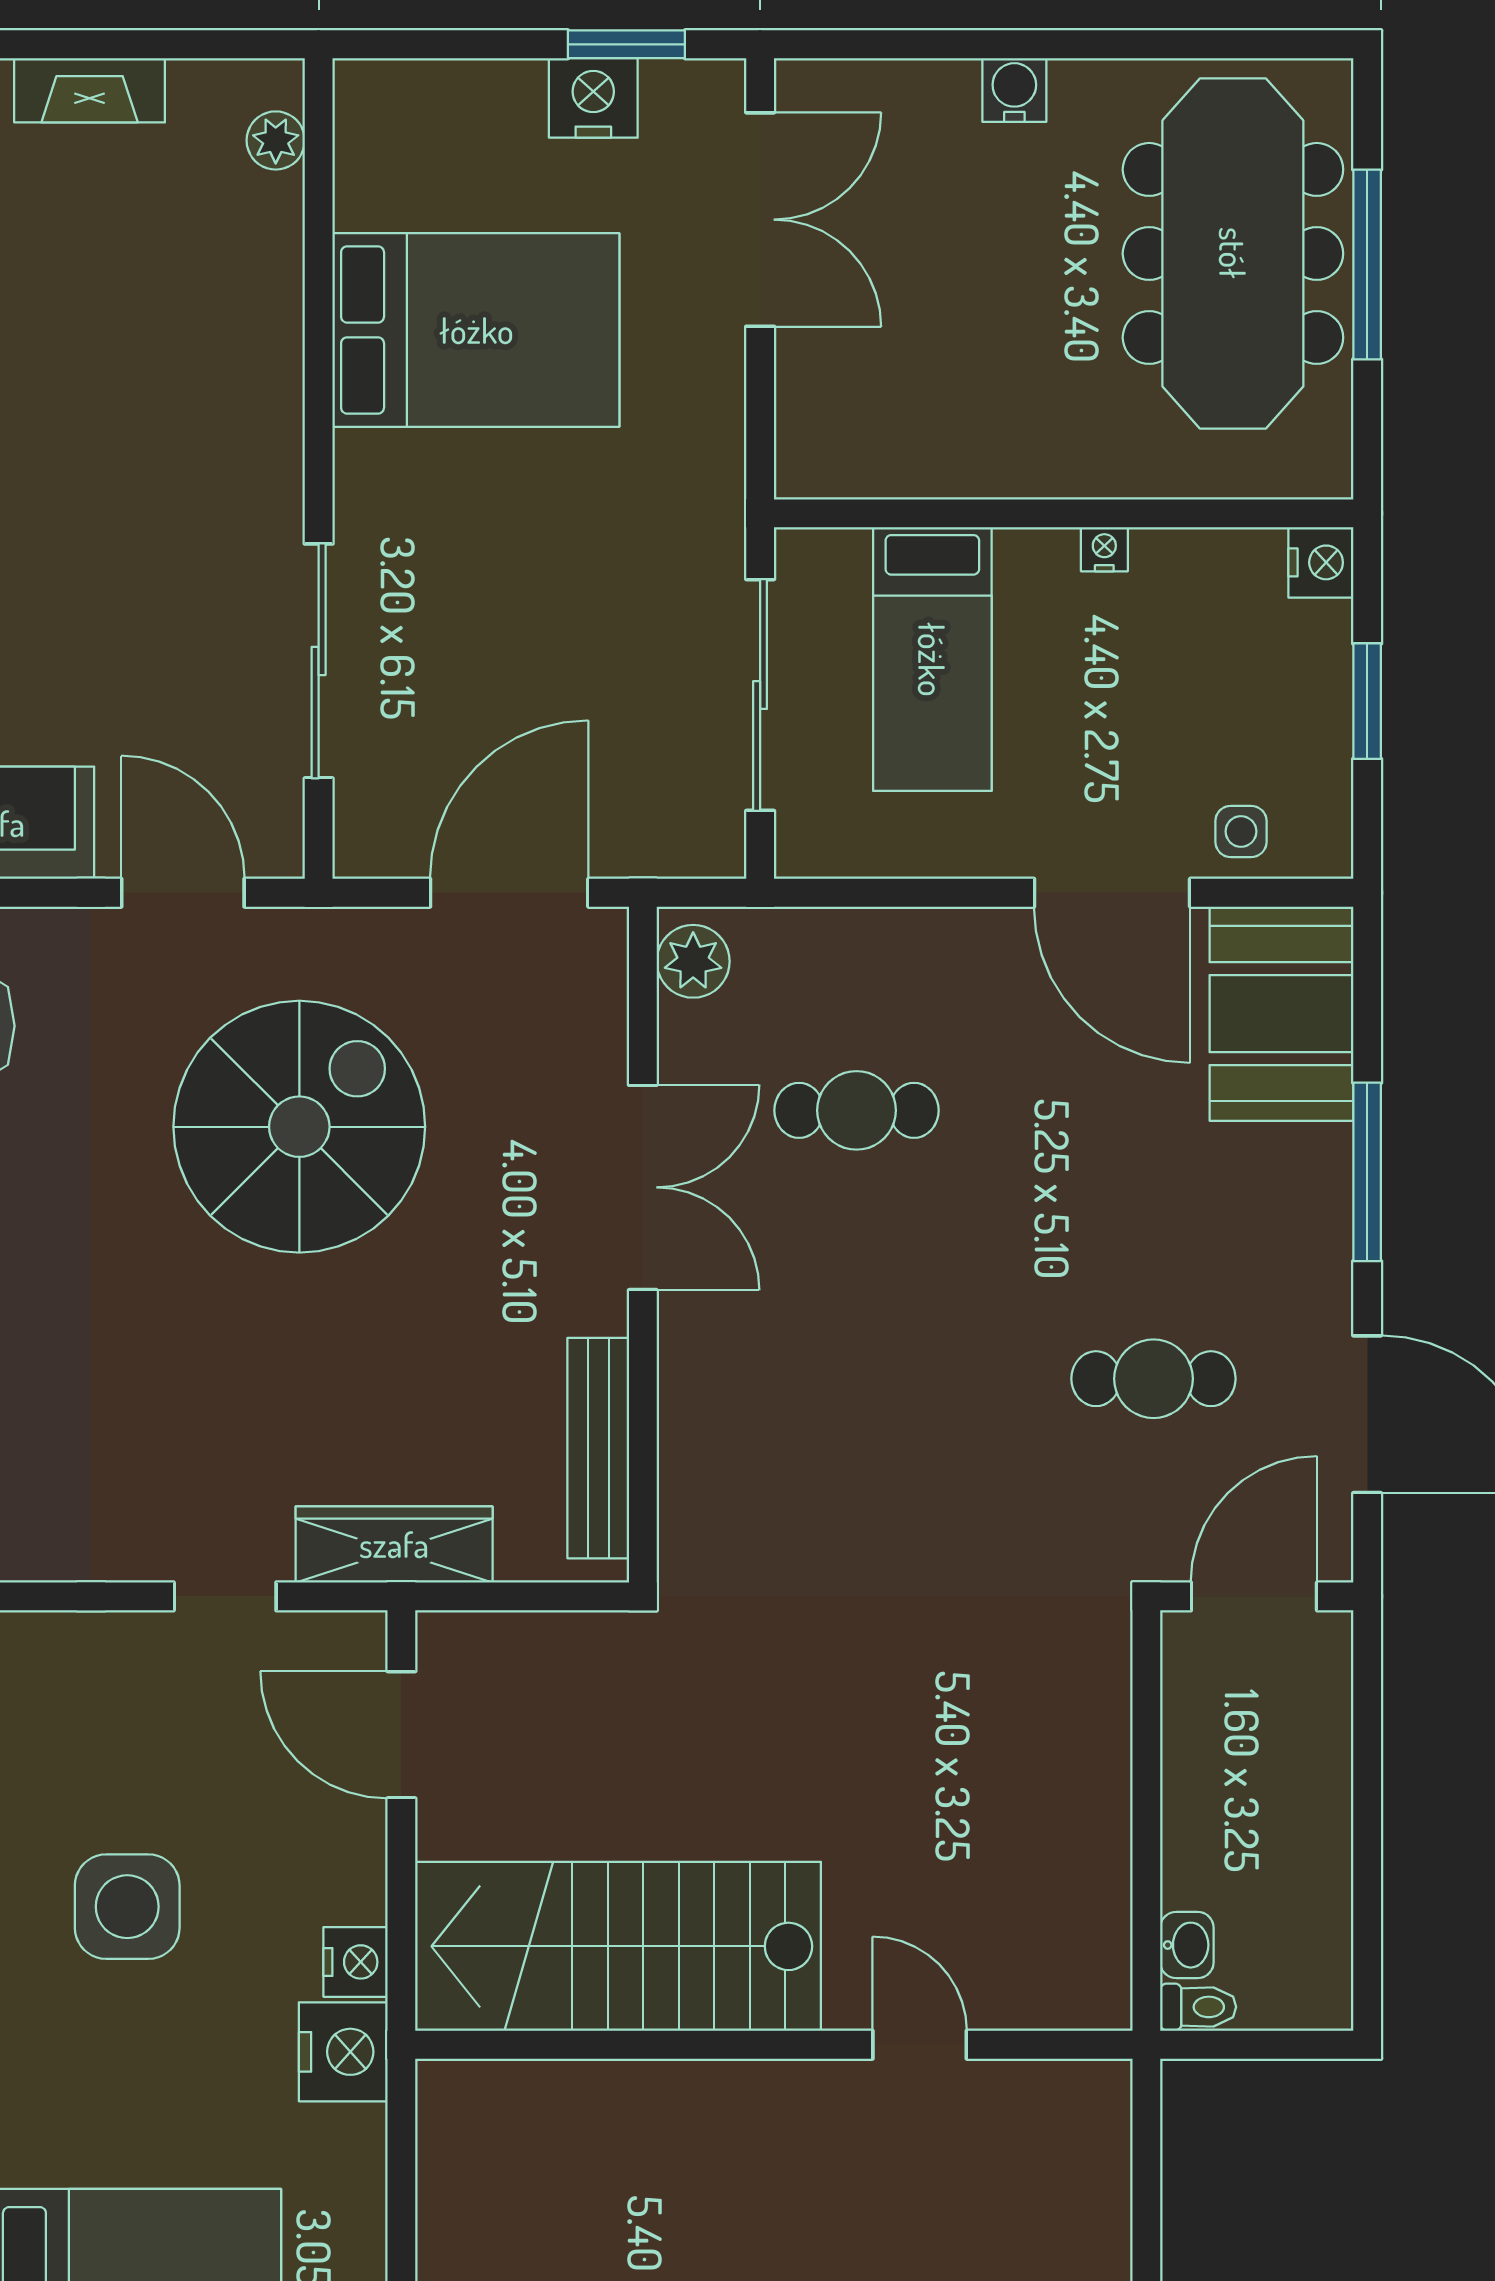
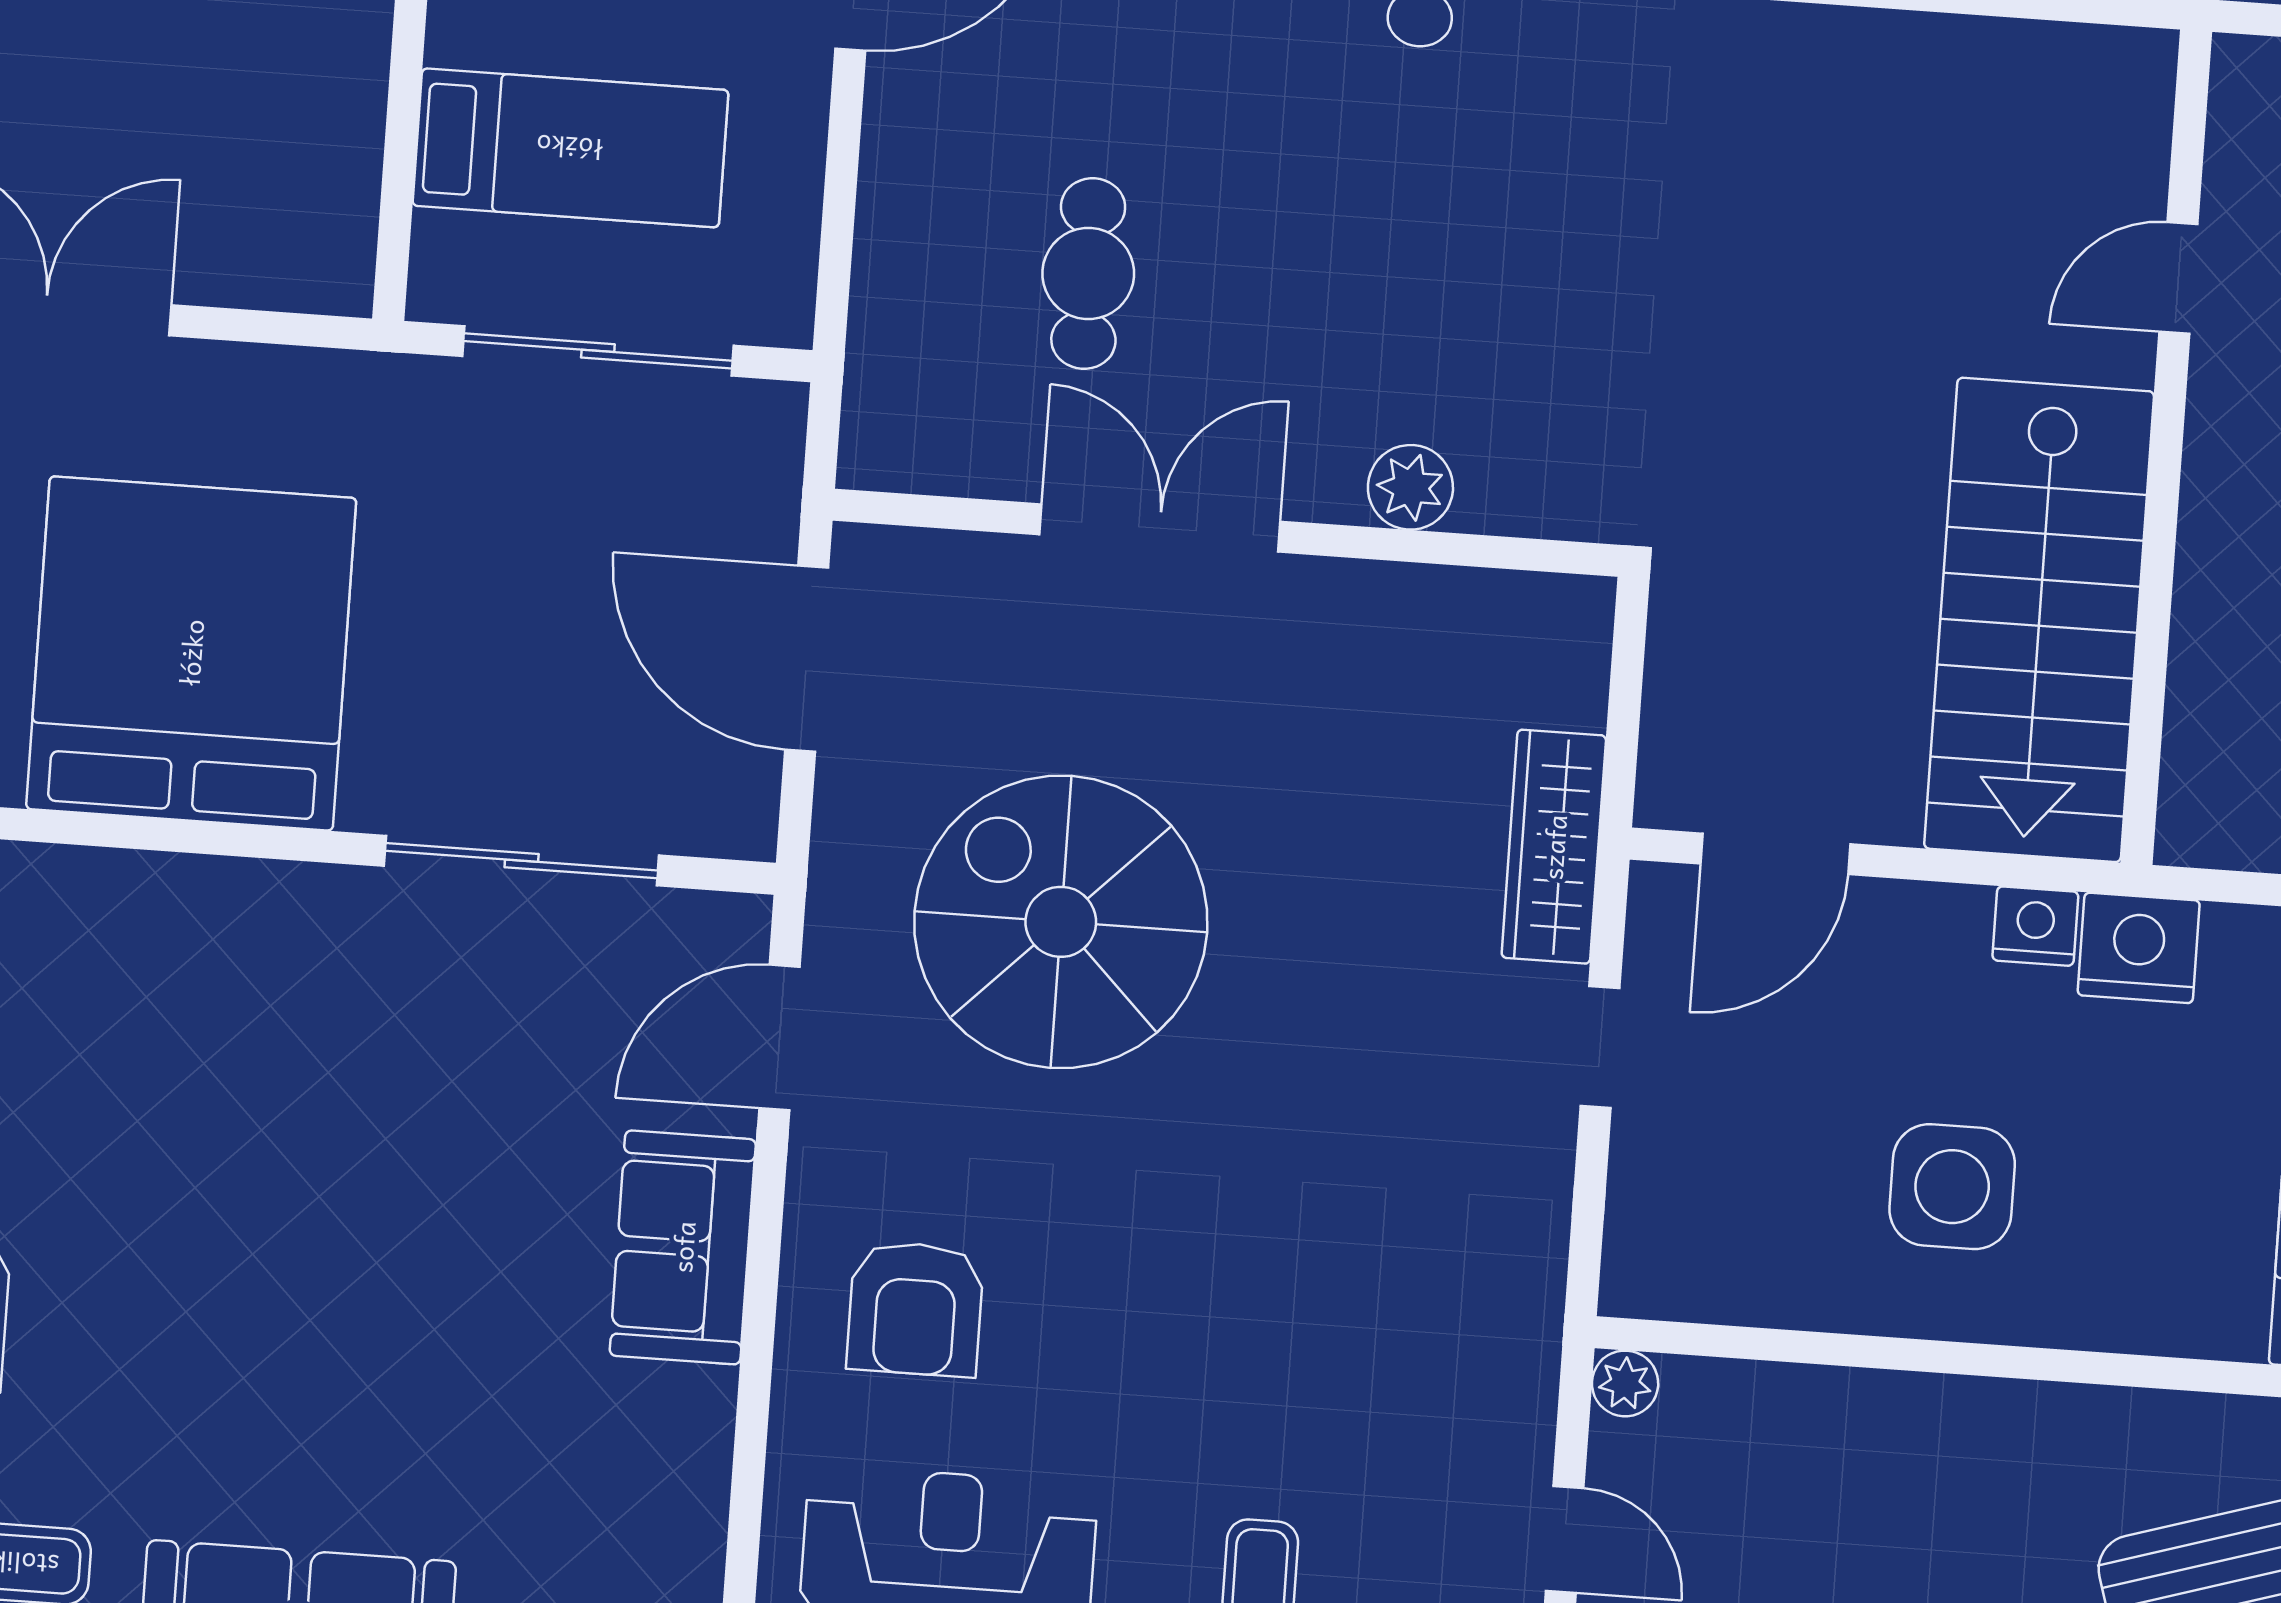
bed: (476, 330) -> (191, 653), width x1.36
plant: (693, 961) -> (1410, 487), moved
bench: (598, 1448) -> (1459, 602), removed

